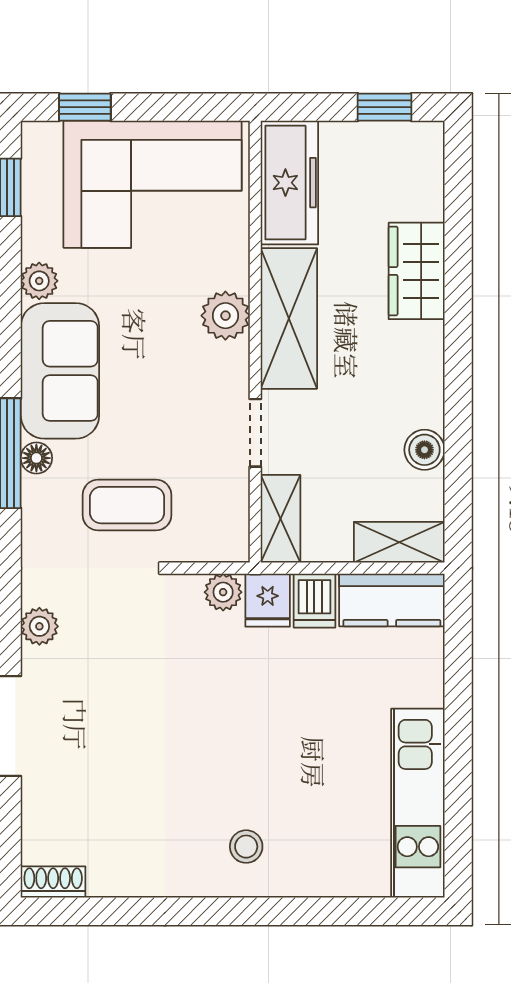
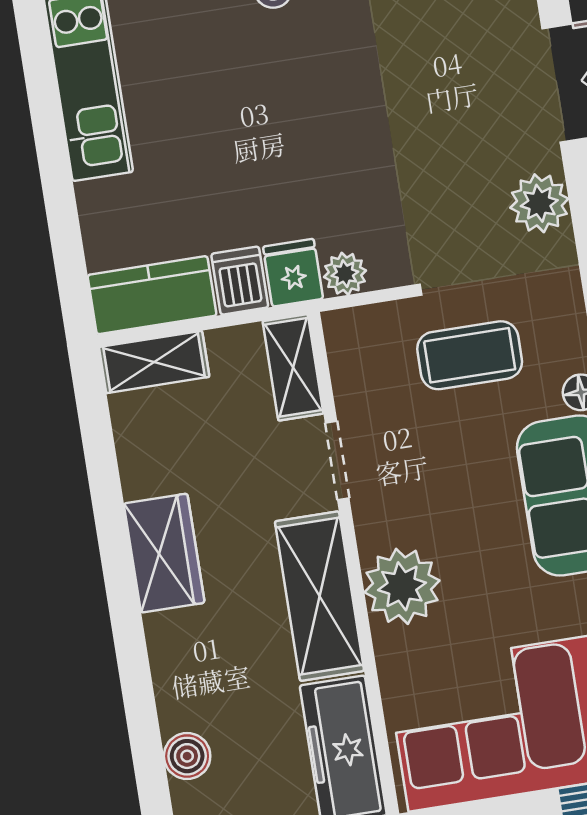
wardrobe: (417, 271) -> (164, 553), moved
plant: (225, 316) -> (402, 586), width x1.36, depth x1.36
boiler: (424, 450) -> (187, 756), moved
plant: (39, 626) -> (539, 203), width x1.38, depth x1.38

